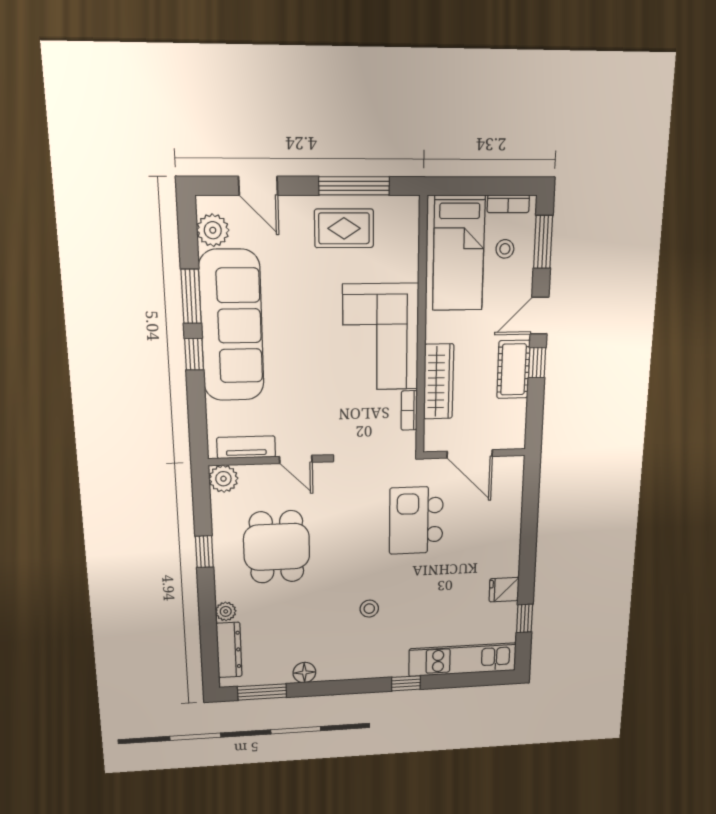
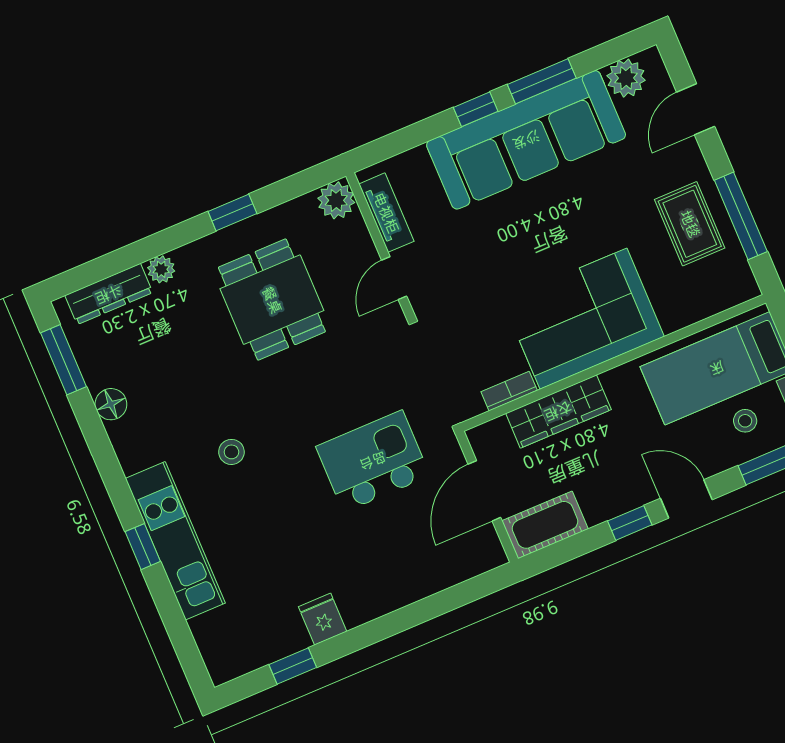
cot: (513, 369) -> (545, 525), moved
dining table: (277, 547) -> (272, 300), turned 90
kitchen unit: (463, 660) -> (175, 541), moved

